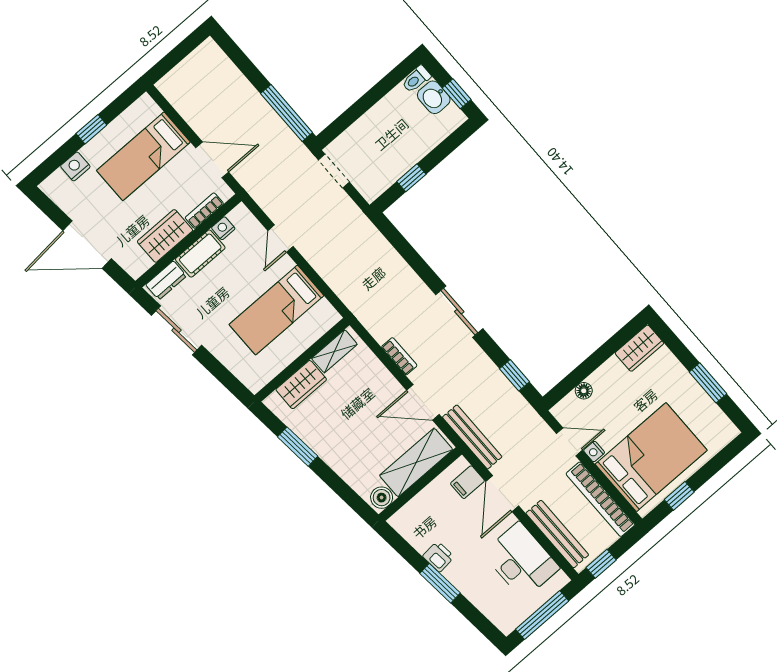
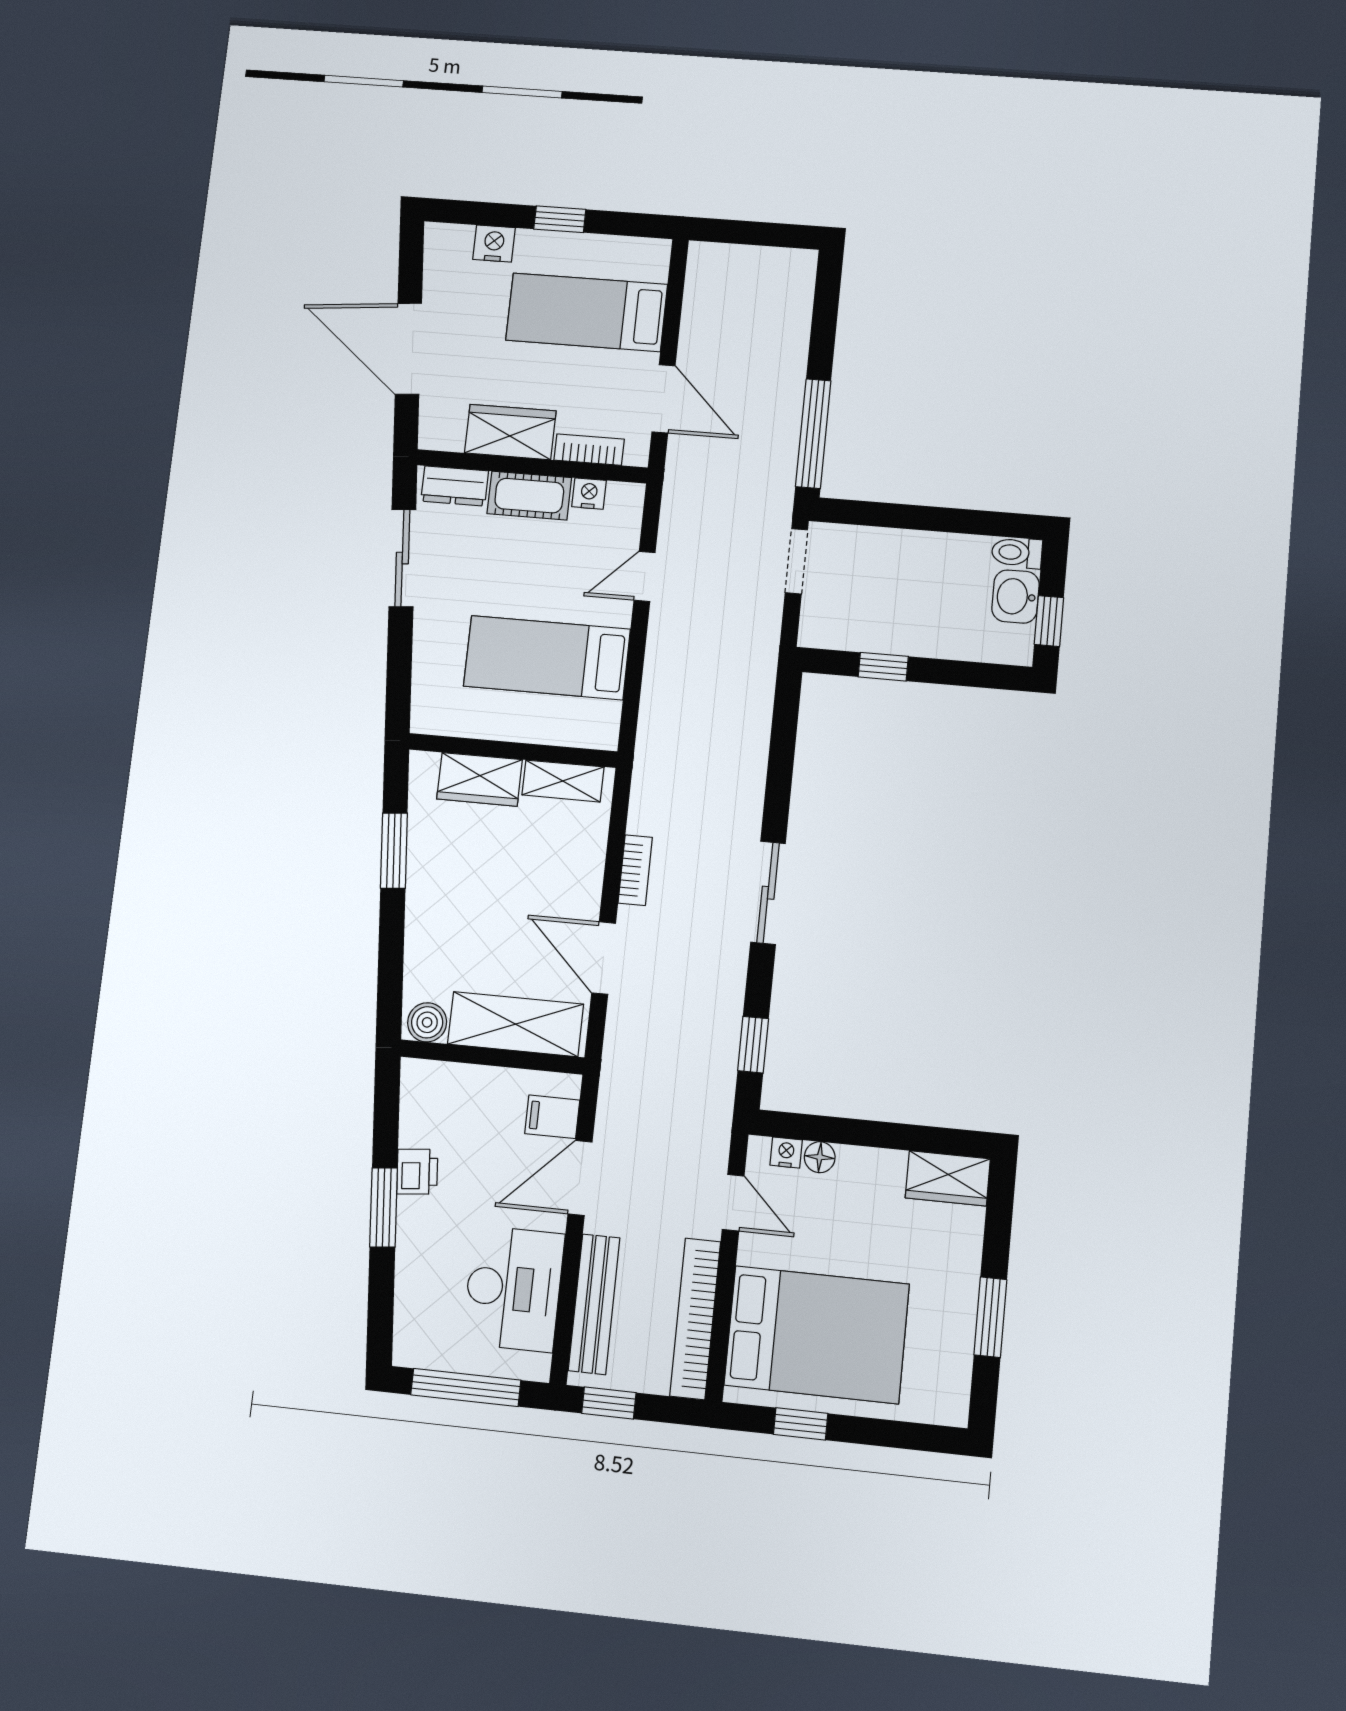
bench: (472, 437) -> (618, 1066), removed
nightstand: (594, 451) -> (786, 1153), moved, turned 90

